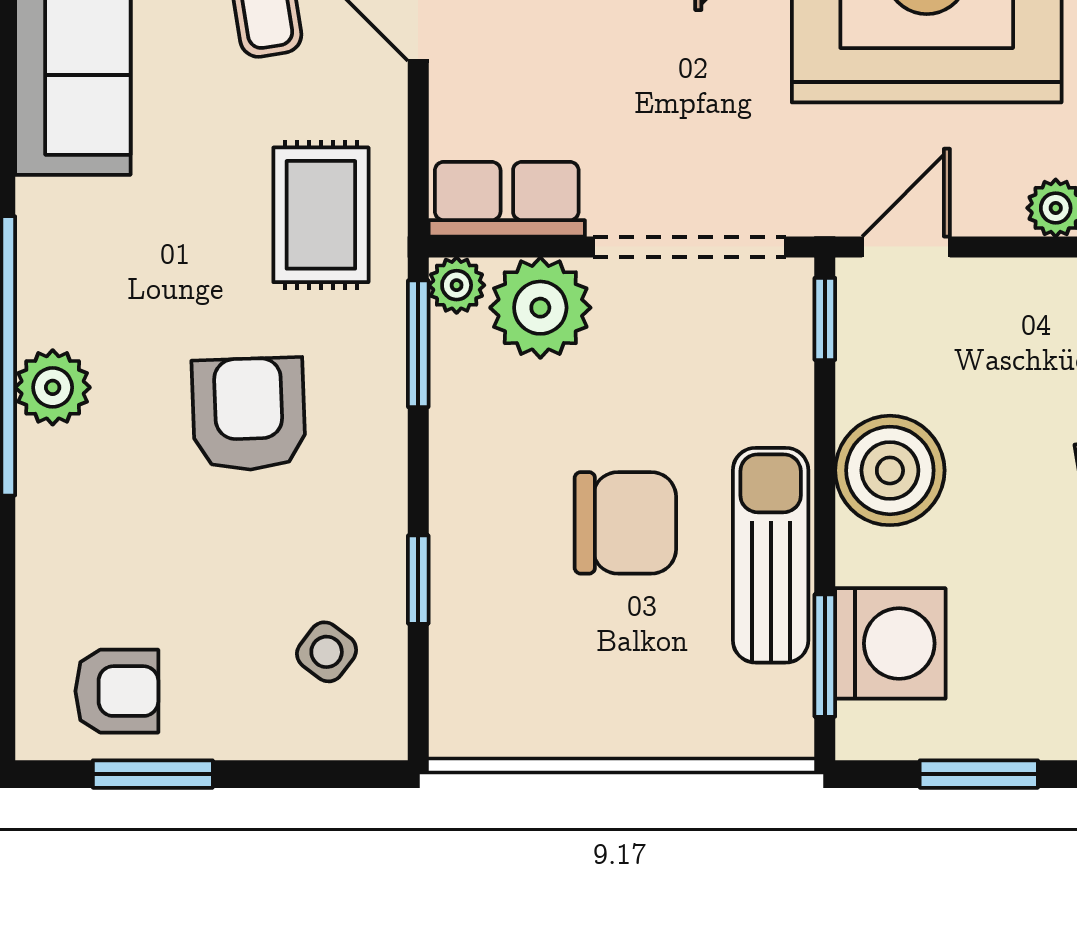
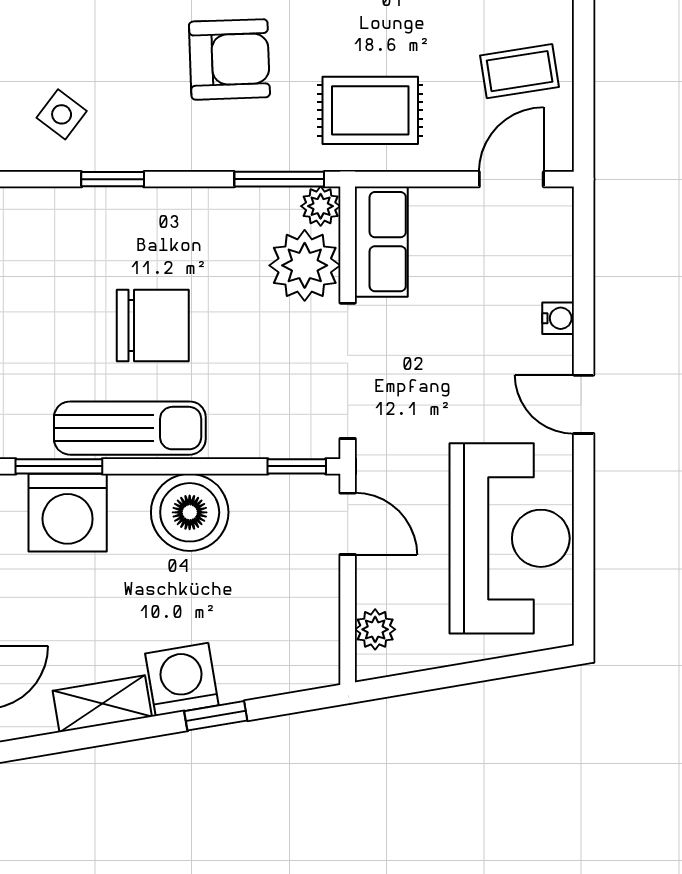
chair: (625, 523) -> (153, 325), turned -90

